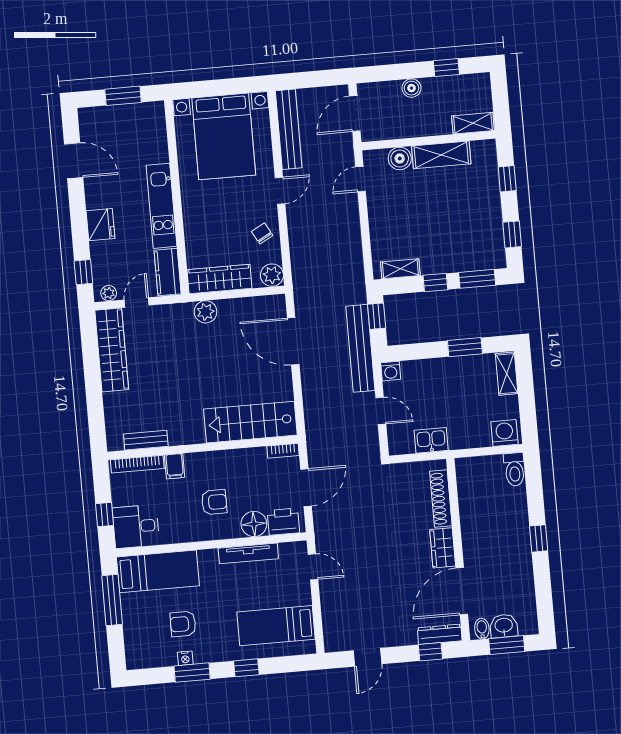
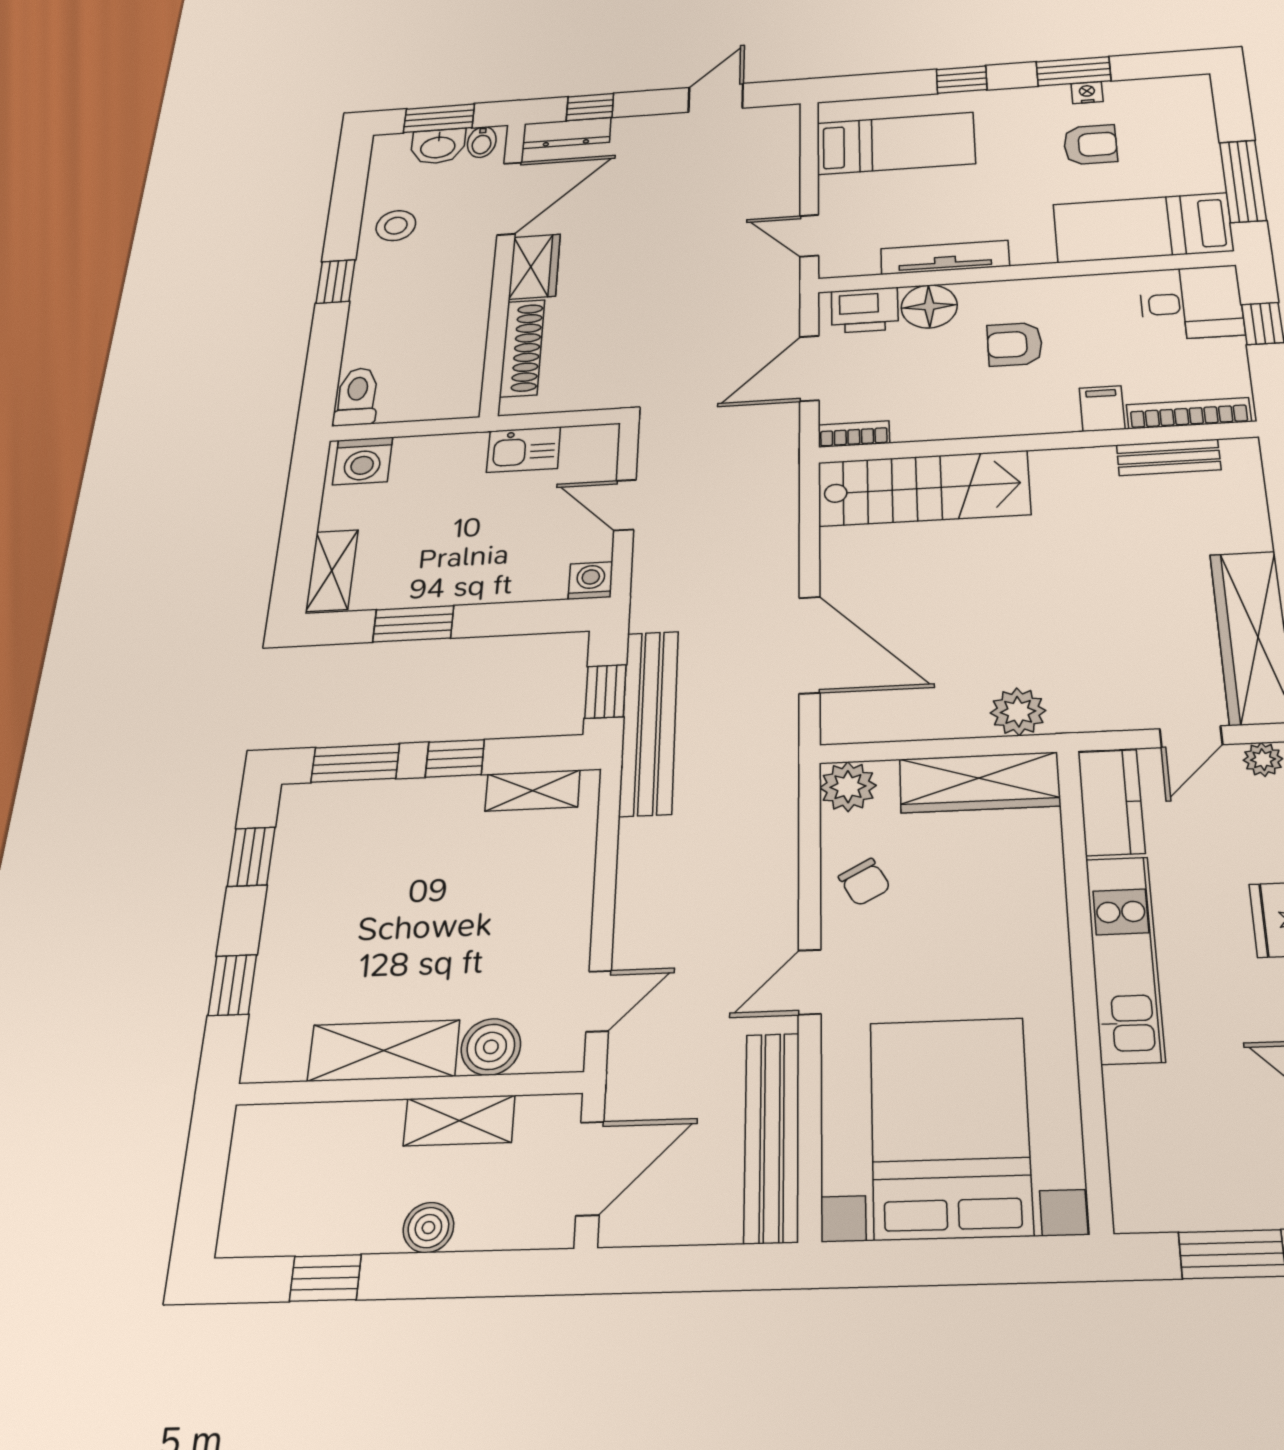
shelving: (473, 123) -> (459, 1121), moved
bench: (360, 348) -> (649, 722), moved
stool: (516, 574) -> (396, 226), added

